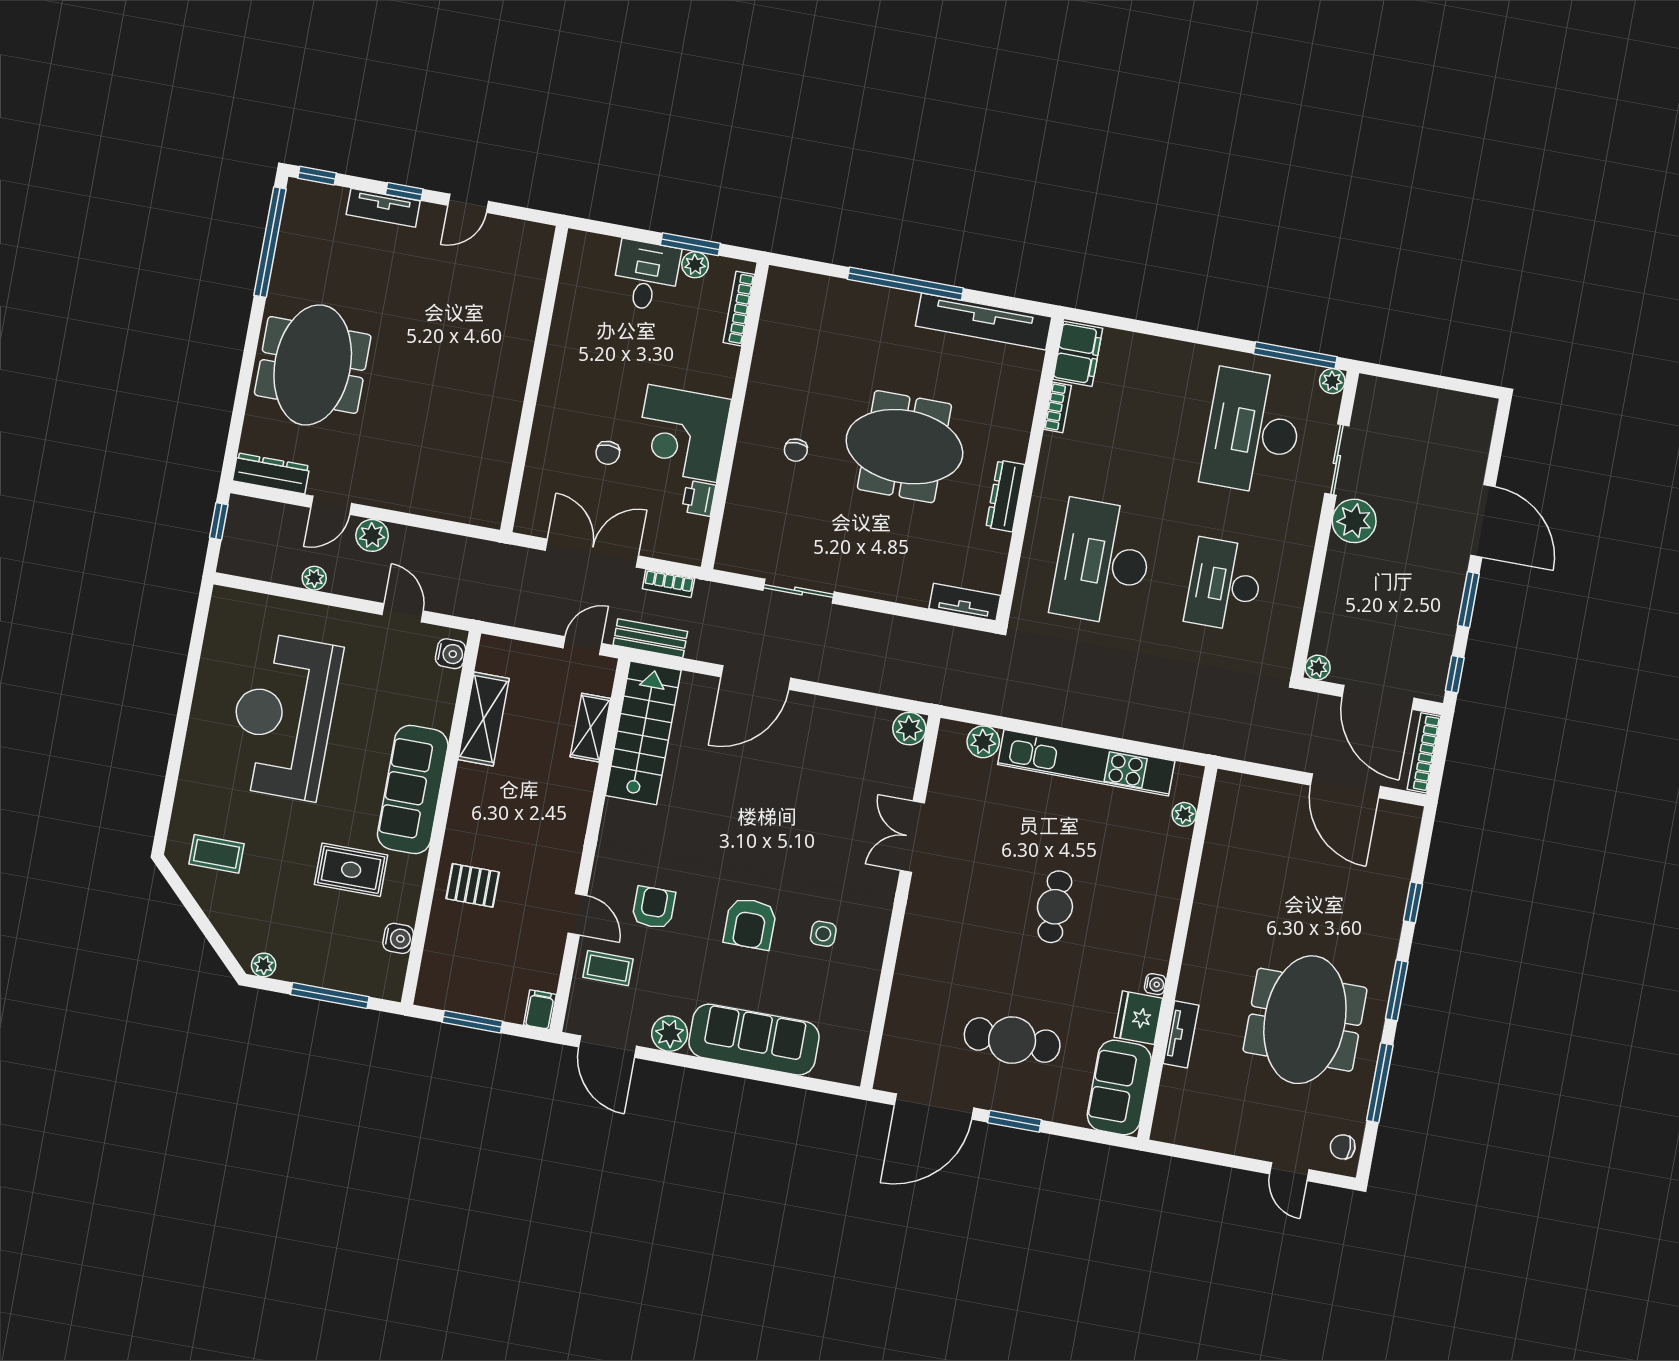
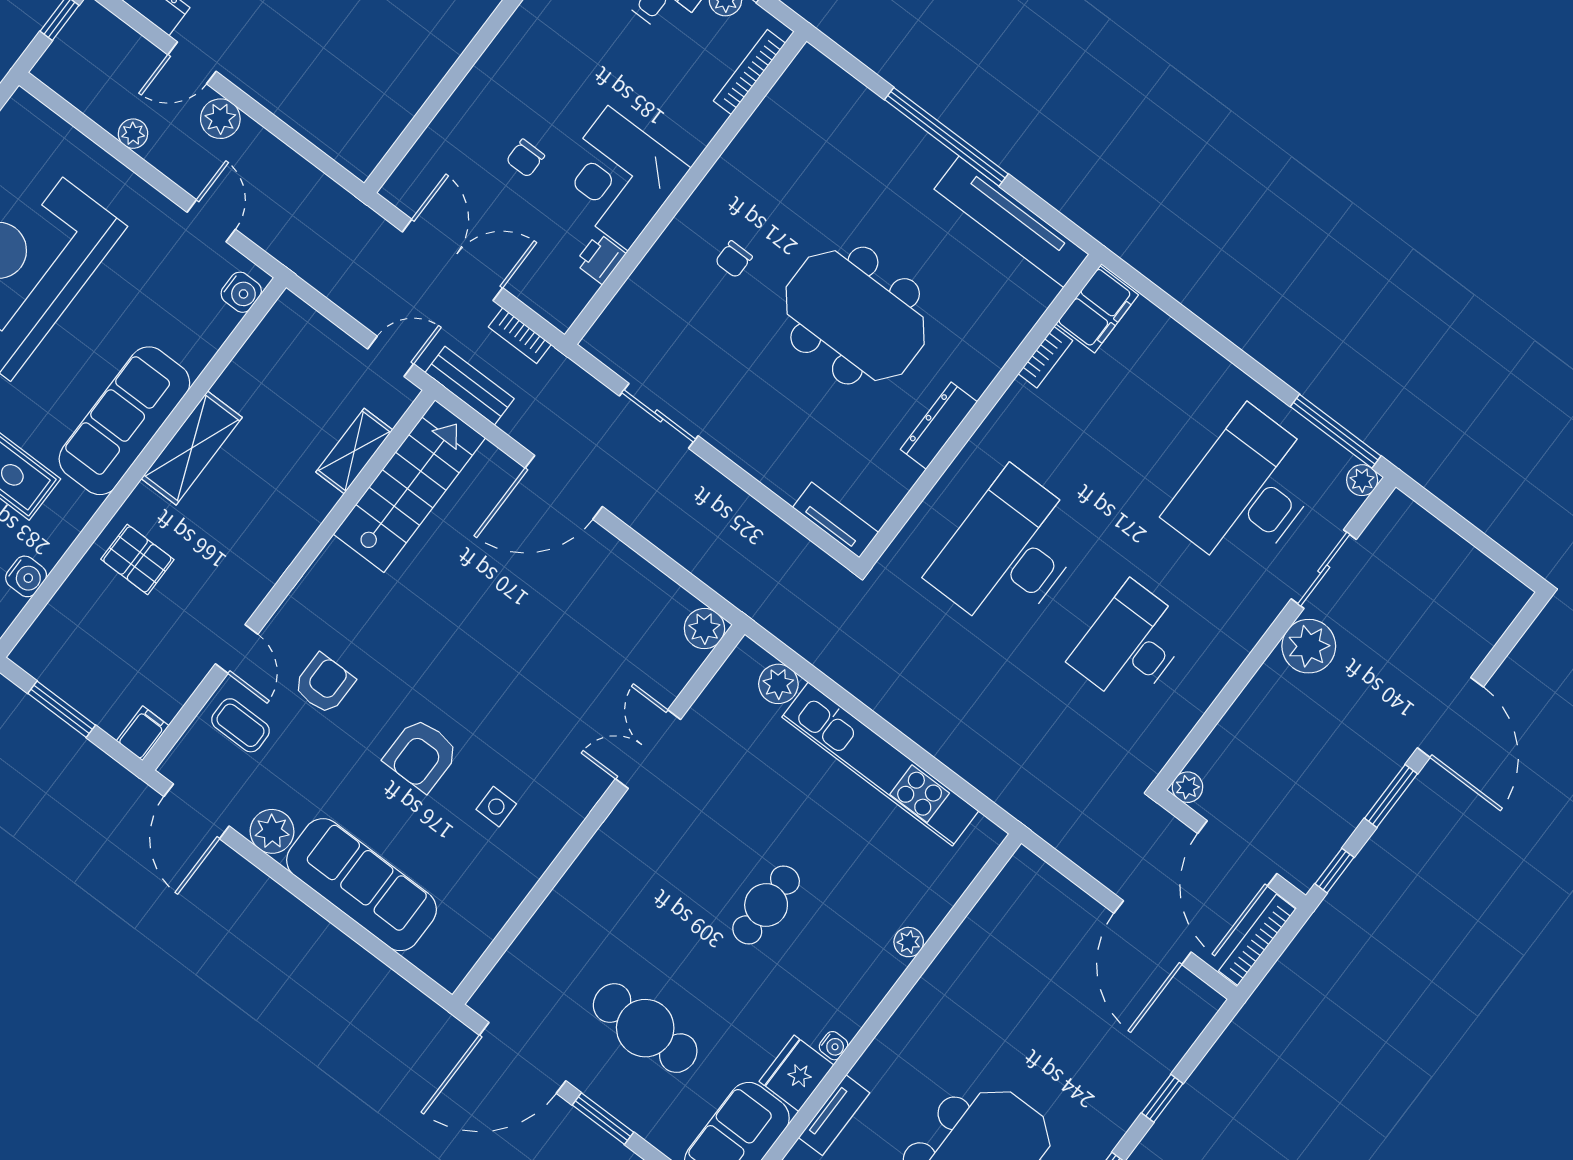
shelving: (484, 719) -> (192, 448), moved
plant: (1184, 814) -> (909, 942), moved

